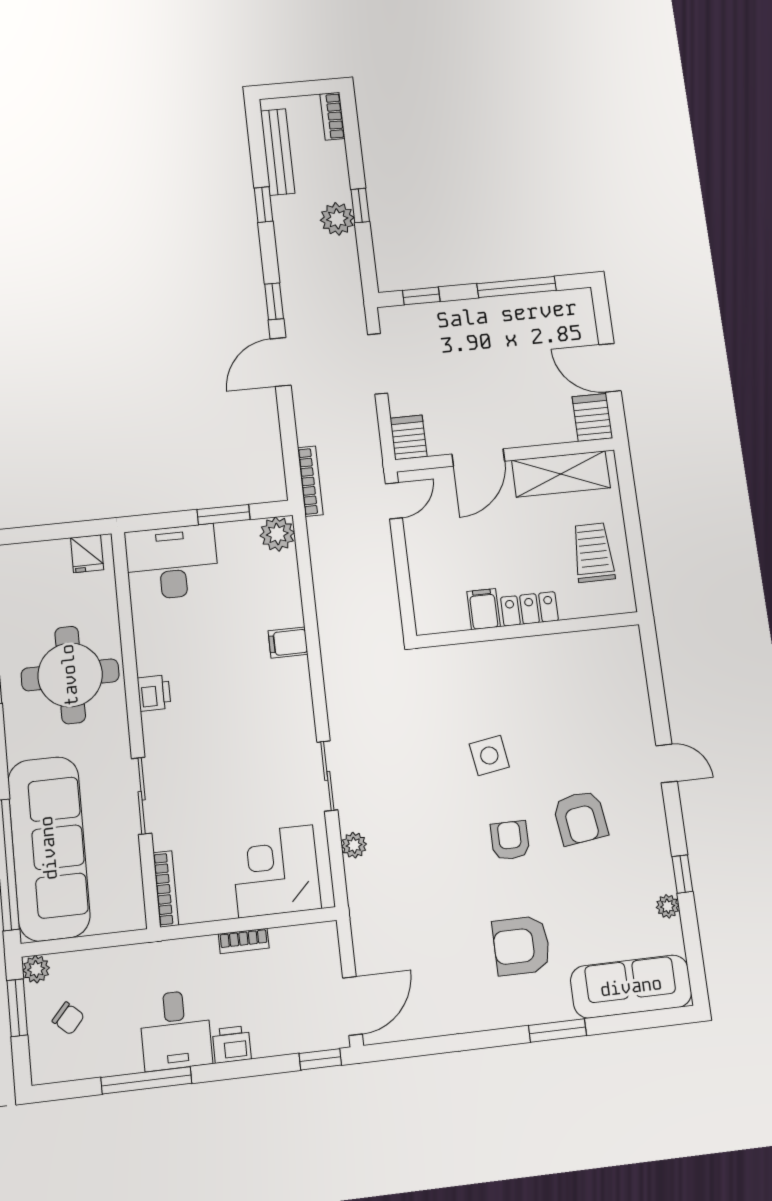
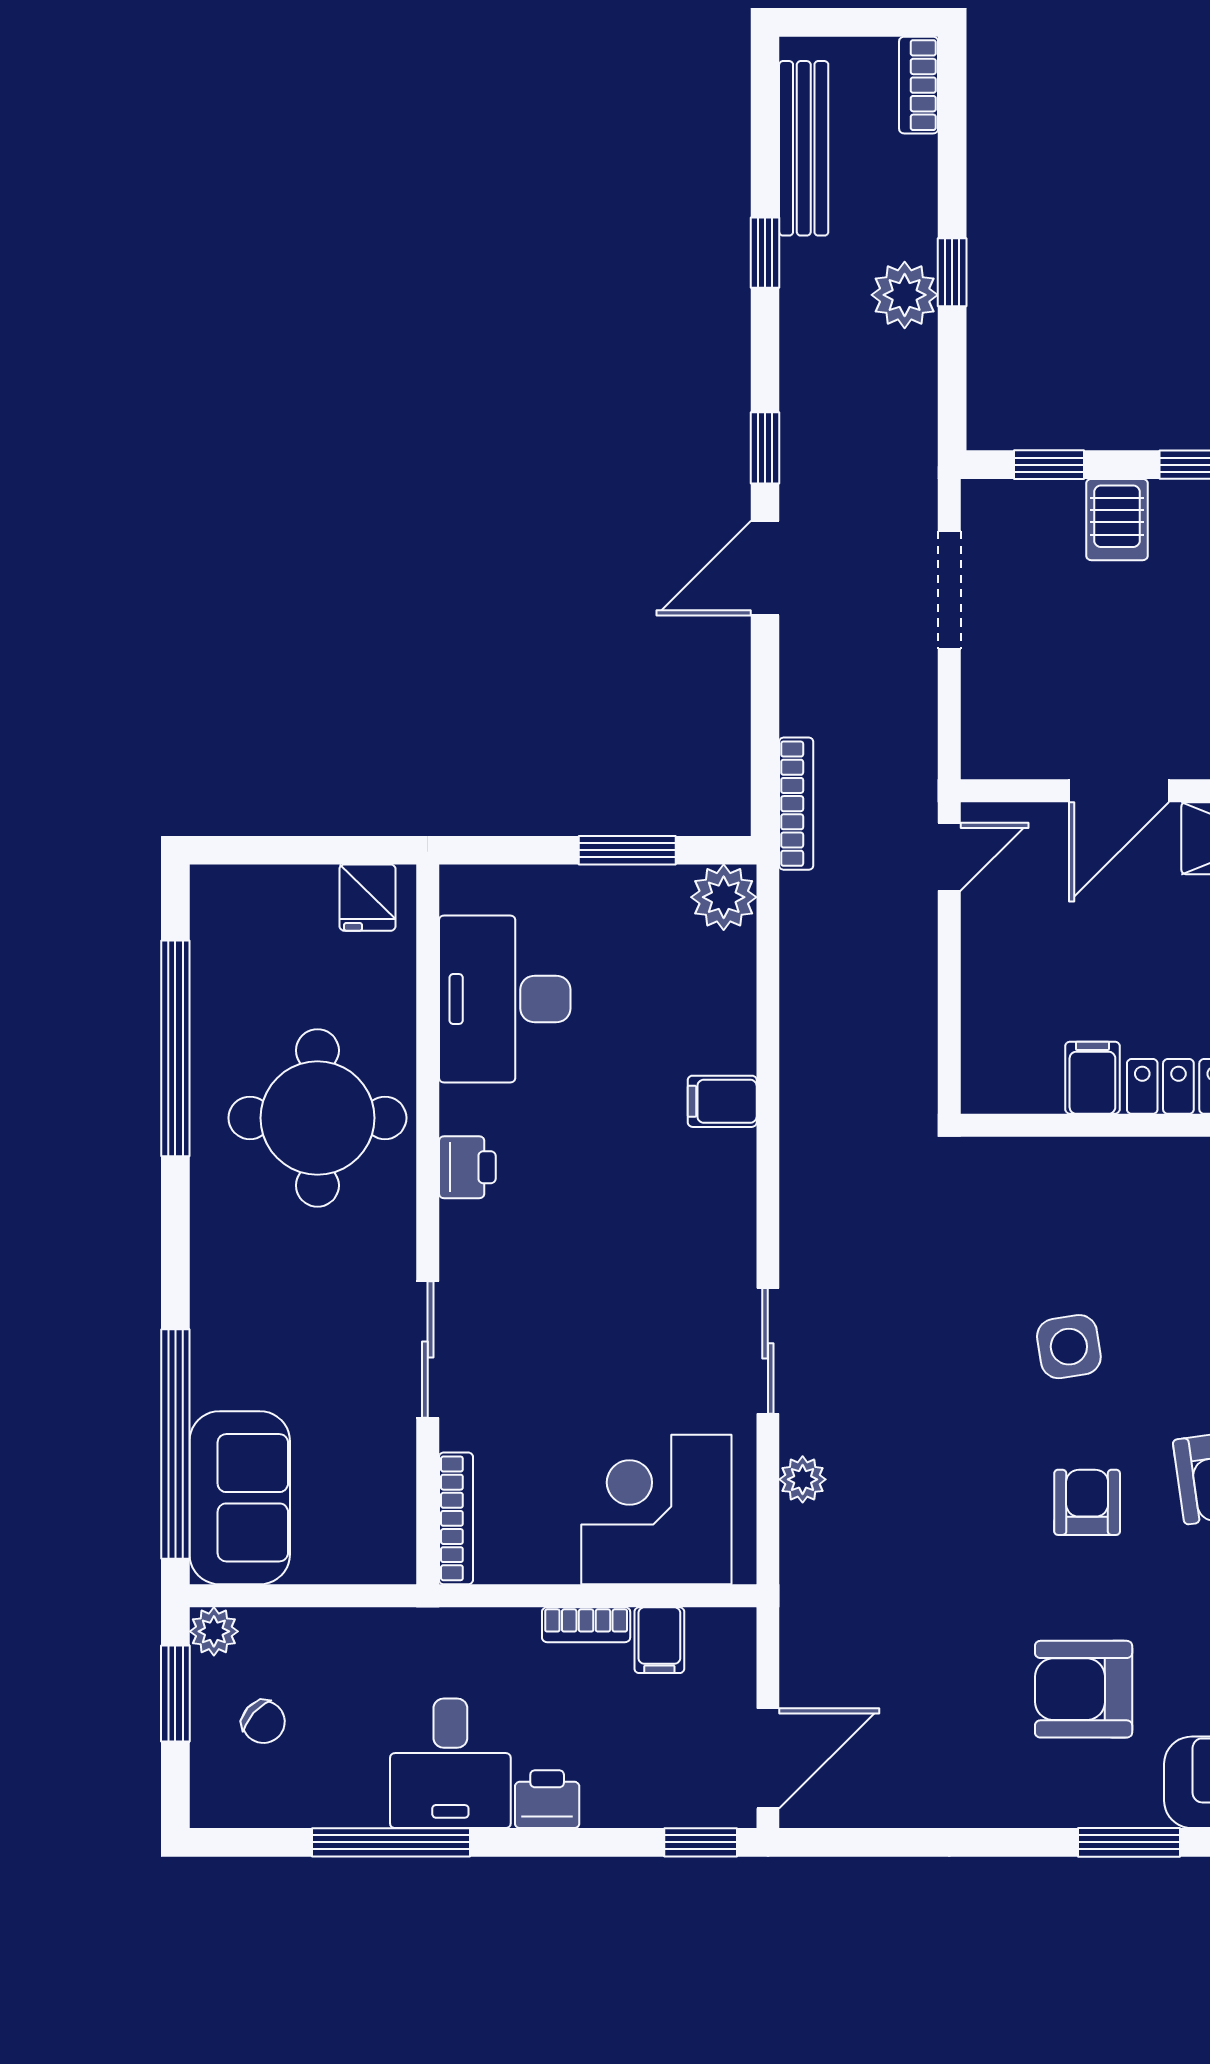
server rack: (409, 437) -> (1117, 520), moved, turned 180
desk: (172, 562) -> (505, 999), moved, turned -90
sofa: (49, 848) -> (240, 1498), width x0.54, depth x0.79
filing cabinet: (285, 945) -> (659, 1640), added

